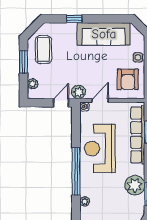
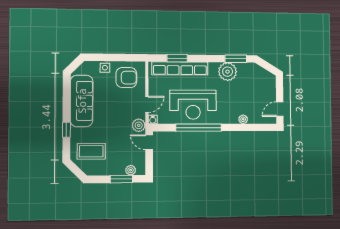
coffee table: (44, 50) -> (91, 151), moved
window: (24, 62) -> (121, 179), moved
door: (100, 100) -> (147, 104), swing flipped
window: (76, 171) -> (199, 128), moved

